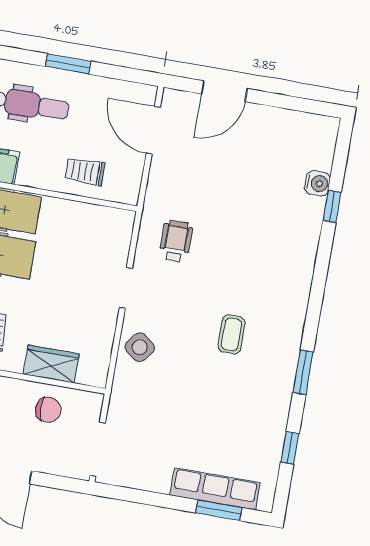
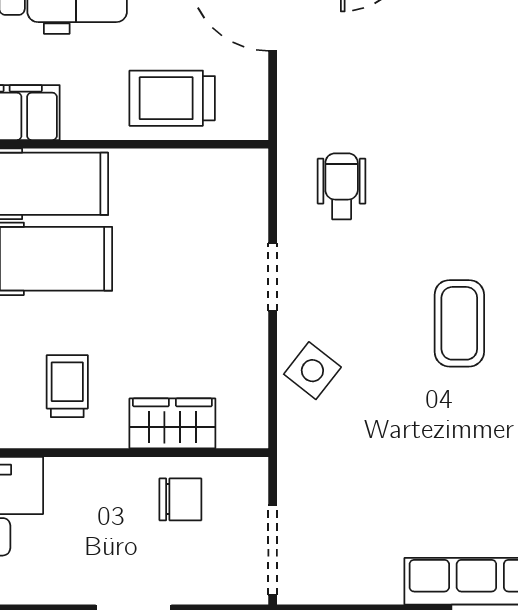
trolley: (85, 171) -> (172, 98), width x1.36, depth x1.39
coffee table: (232, 334) -> (459, 323), width x1.36, depth x1.30

